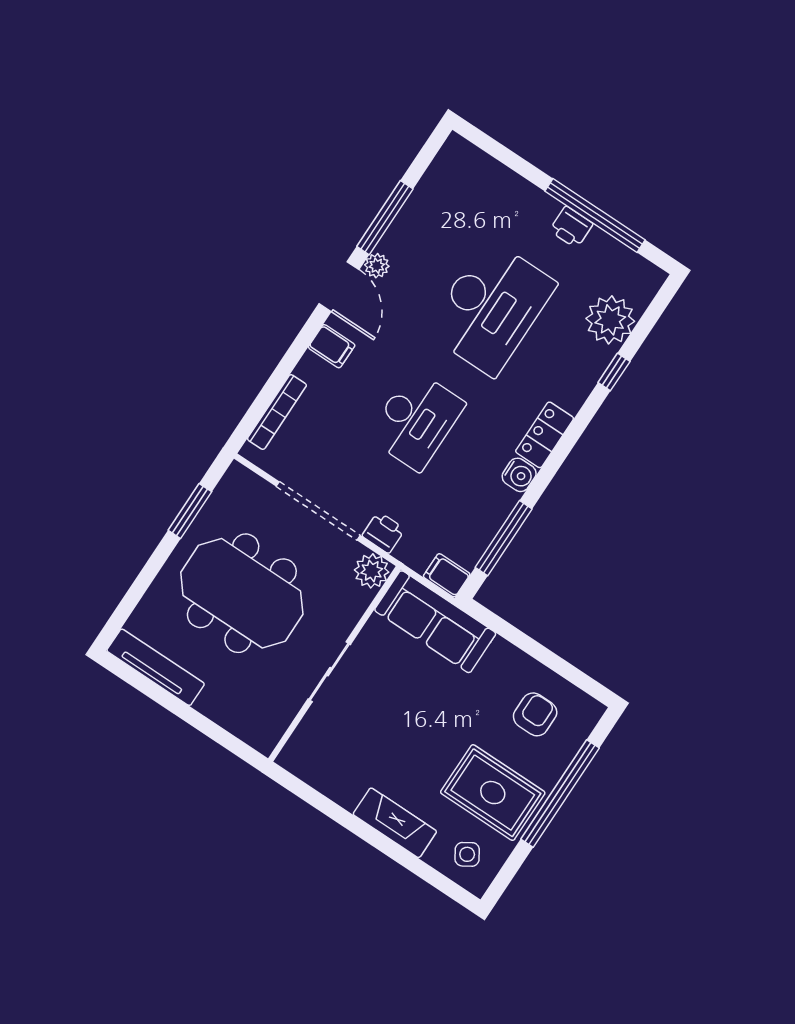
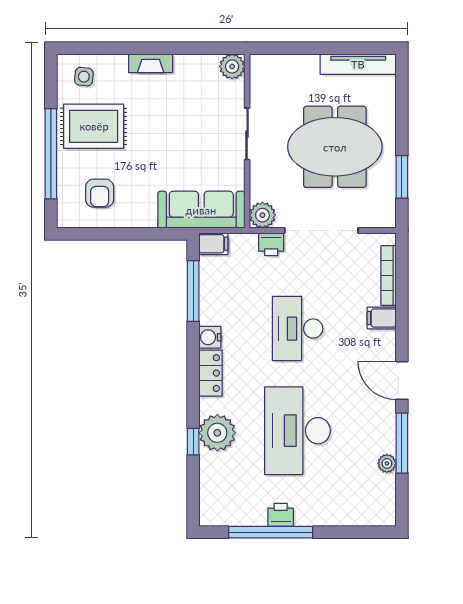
plant: (377, 266) -> (387, 463), moved
plant: (610, 320) -> (217, 433), moved
filing cabinet: (332, 346) -> (382, 318), moved
plant: (296, 757) -> (232, 66), added
fireplace: (395, 823) -> (151, 63), width x0.73, depth x0.76
side table: (467, 854) -> (84, 77), turned 38

